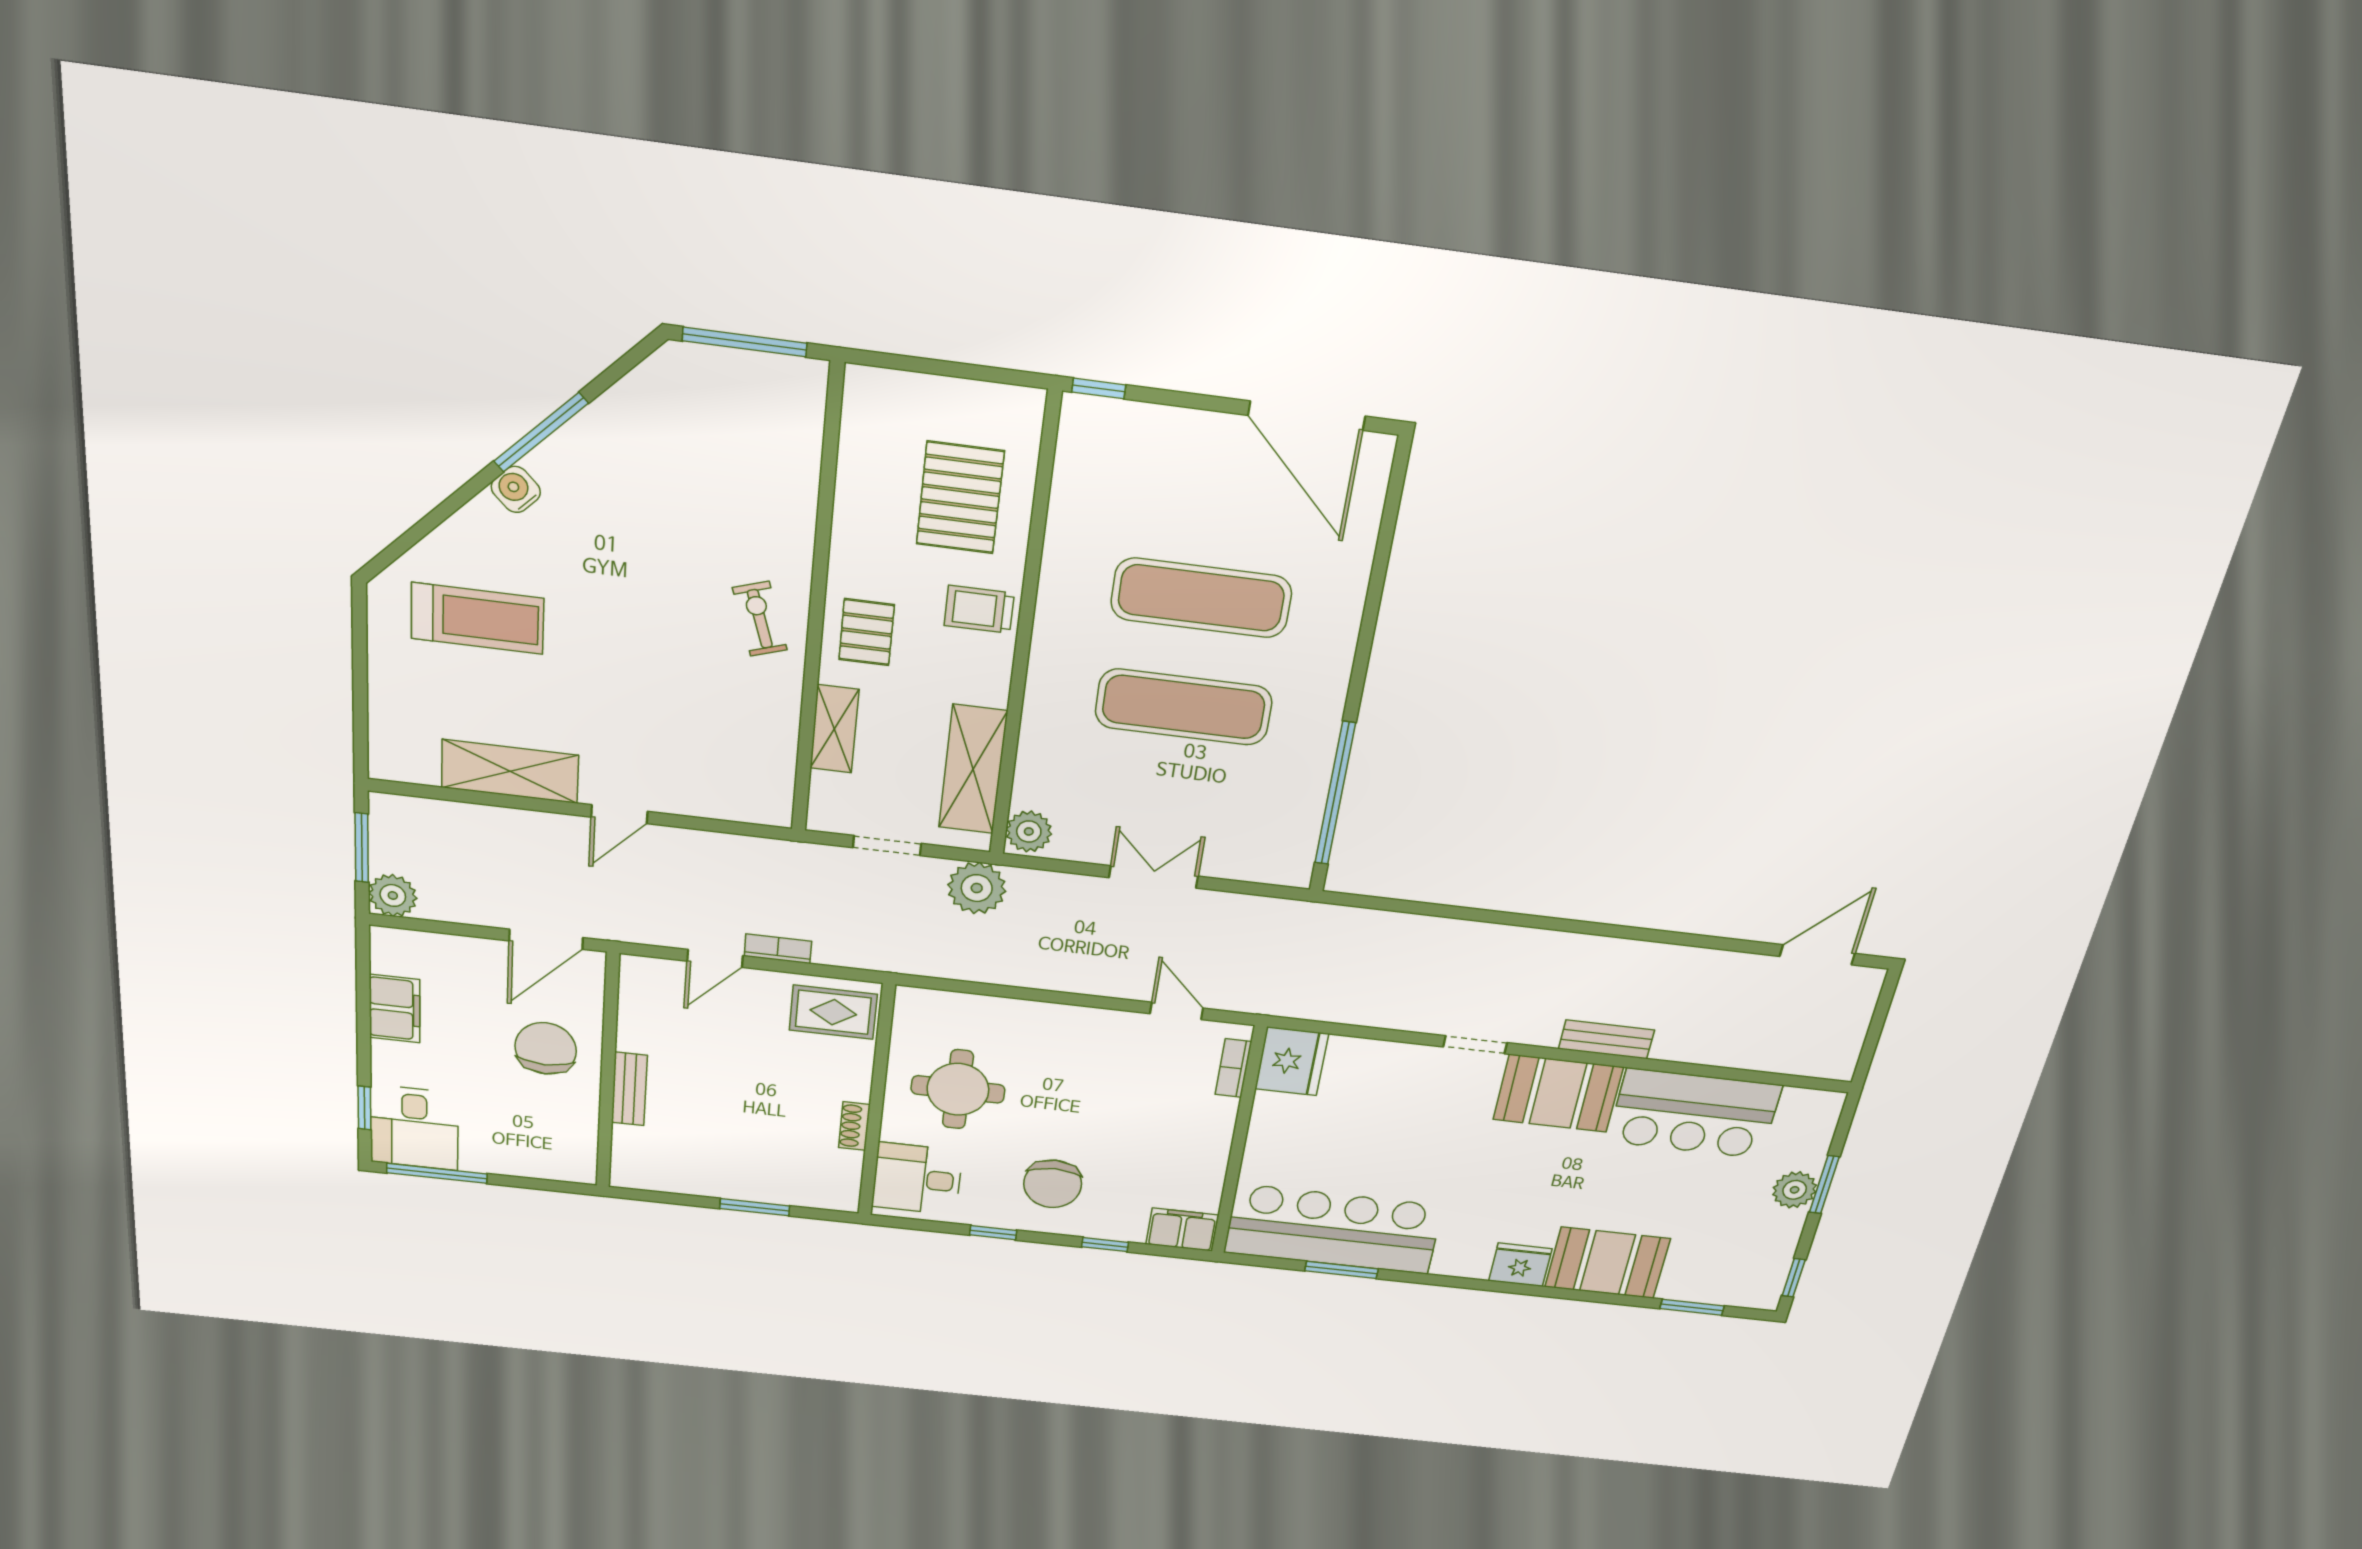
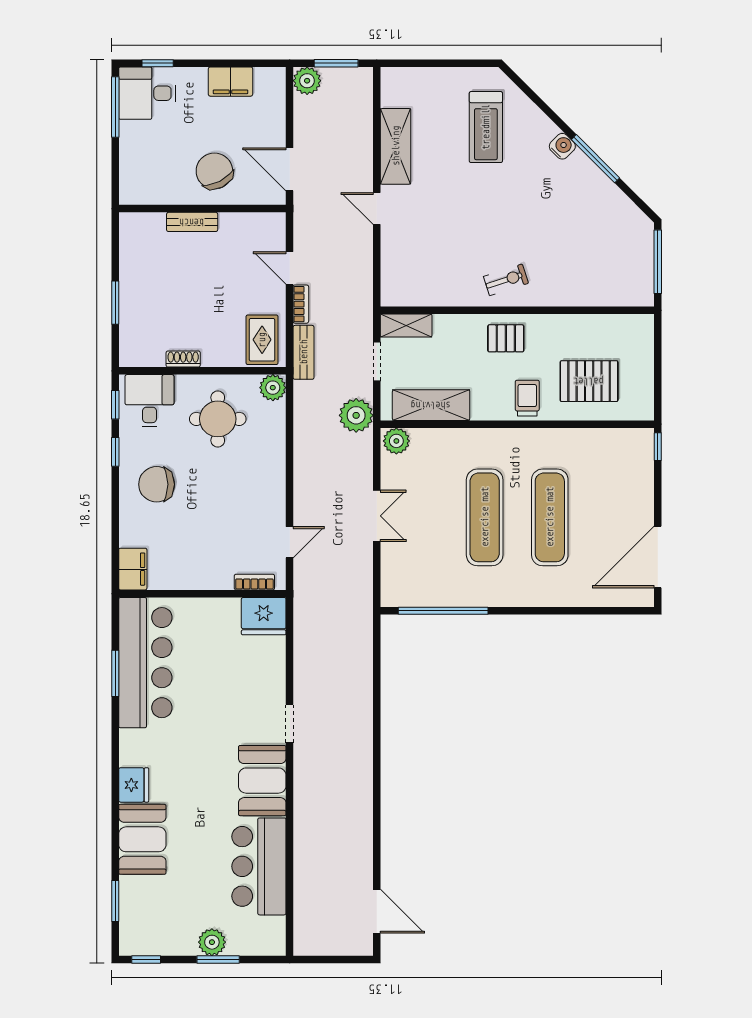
shelving: (834, 729) -> (406, 326), moved
plant: (915, 1006) -> (273, 388), added
bench: (1606, 1039) -> (304, 352), moved
chair: (546, 1048) -> (214, 171), turned -117
window: (1105, 1245) -> (115, 405), moved

